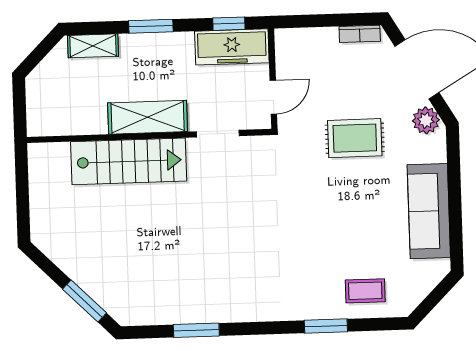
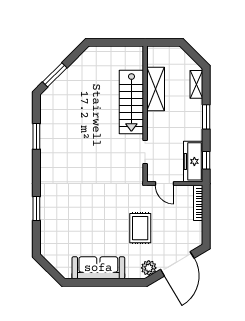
bookcase: (360, 34) -> (198, 203), moved, width x1.56
shelving: (148, 117) -> (156, 89), moved
coffee table: (365, 291) -> (55, 231), removed

